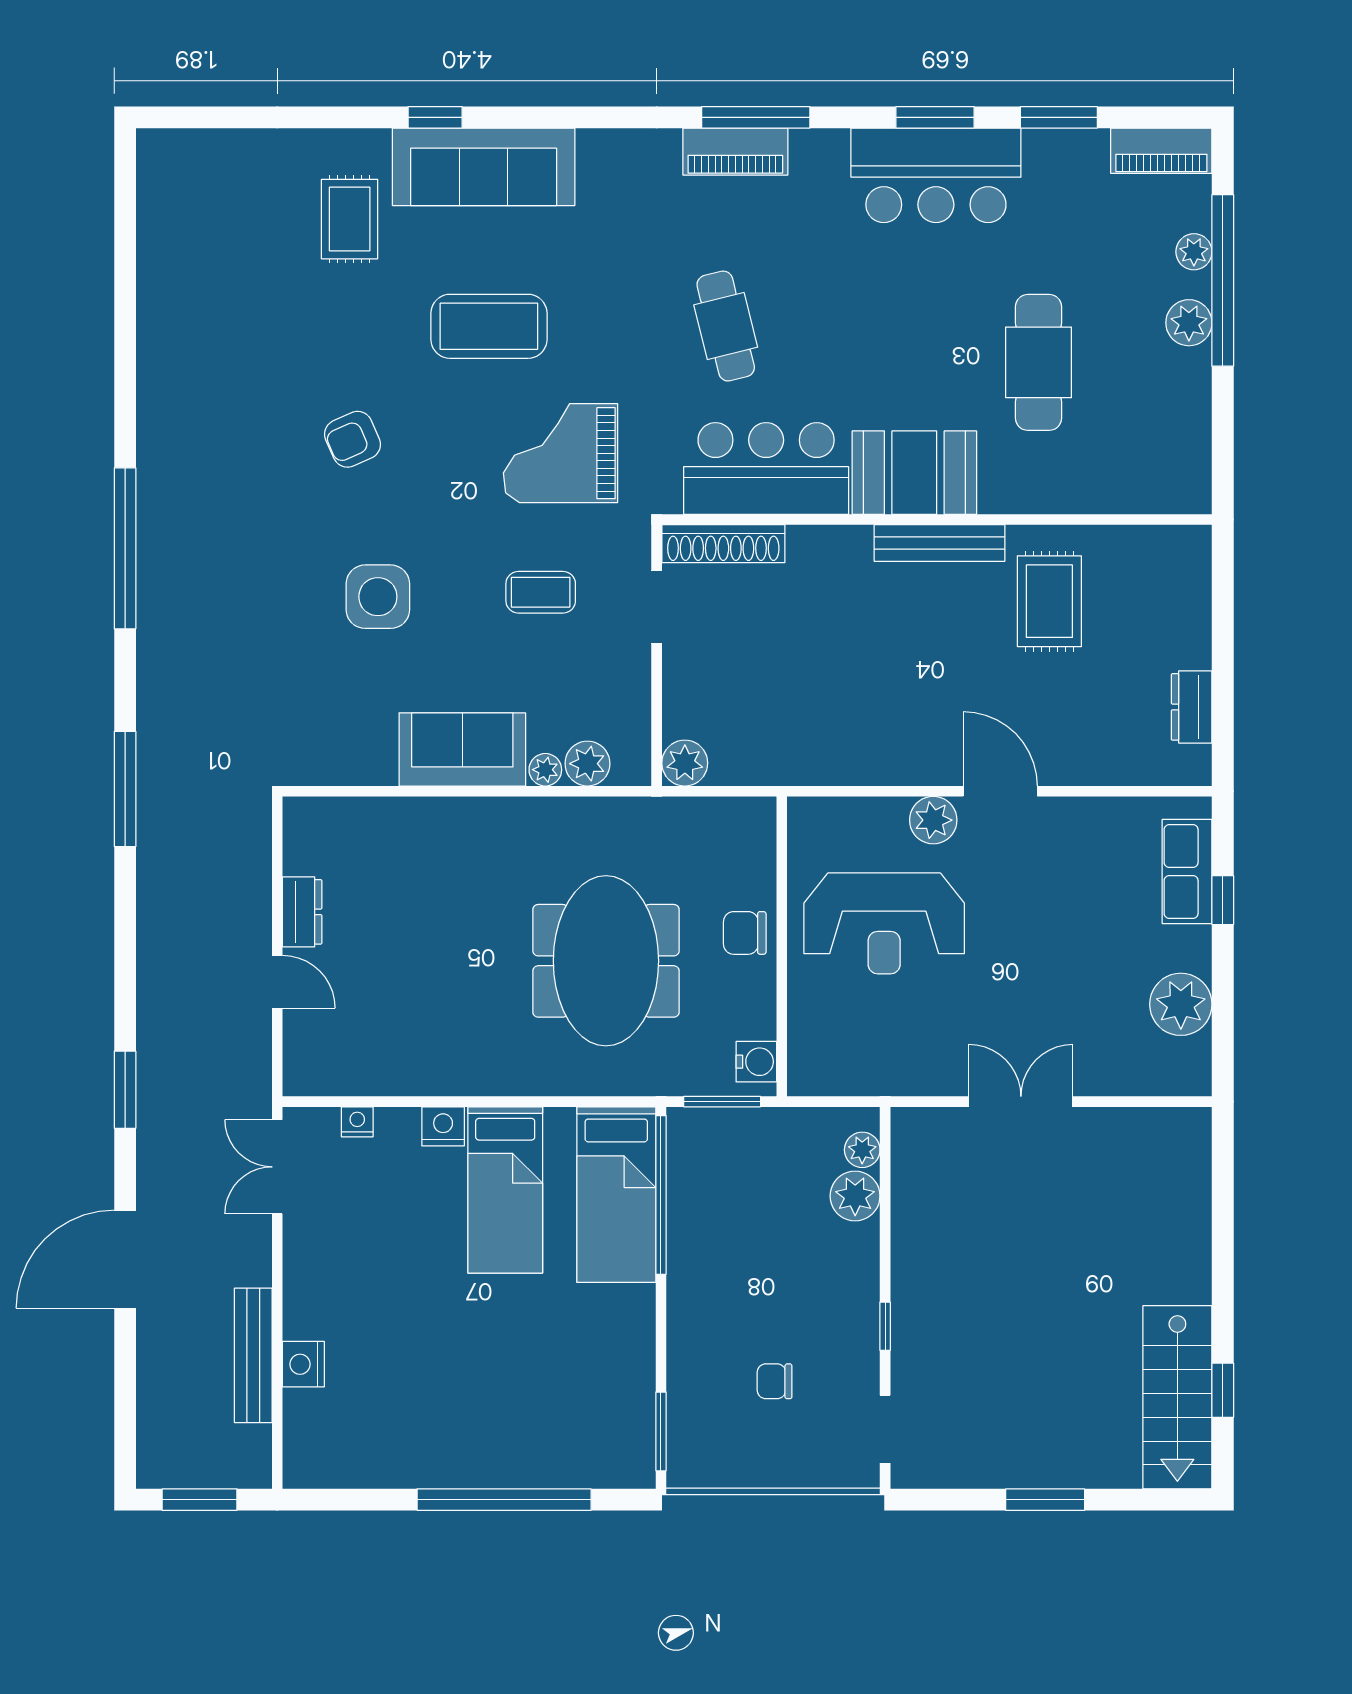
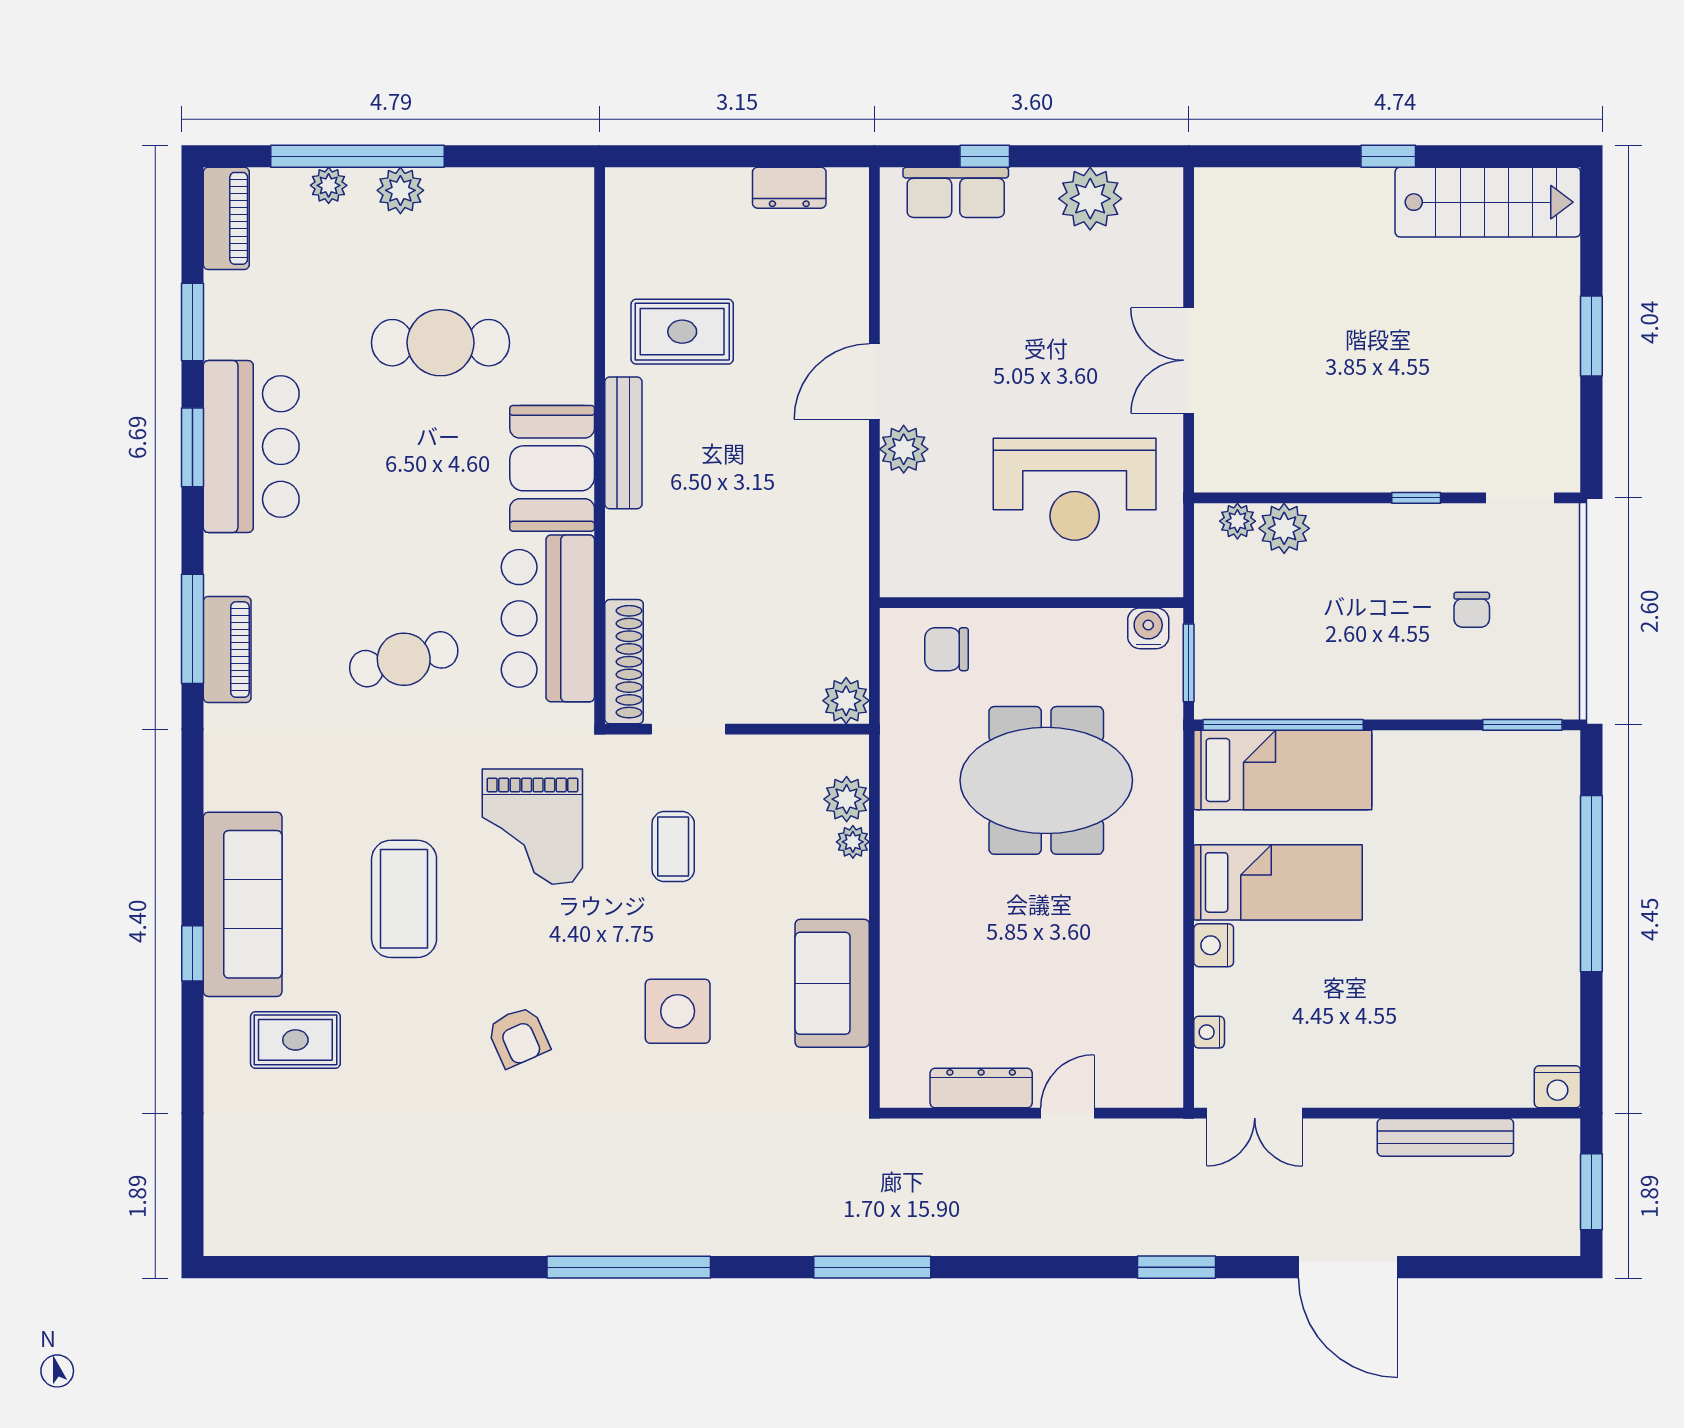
sofa: (462, 749) -> (832, 983), moved
dresser: (302, 912) -> (981, 1088), width x1.44
reception desk: (884, 923) -> (1075, 489), moved, turned 90
chair: (745, 933) -> (947, 649), moved, turned 90
nightstand: (303, 1364) -> (1557, 1087), moved
window: (1223, 1390) -> (1388, 156), moved

